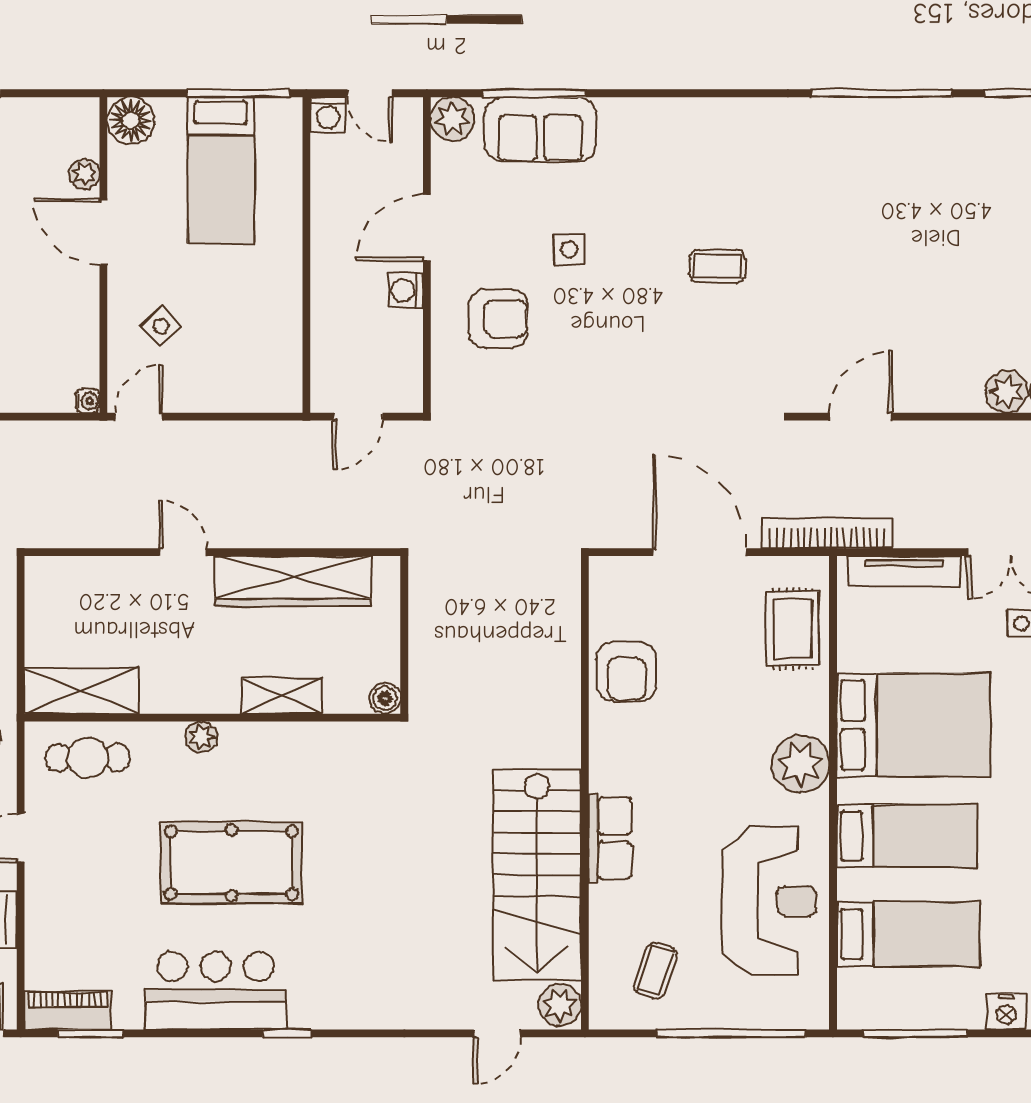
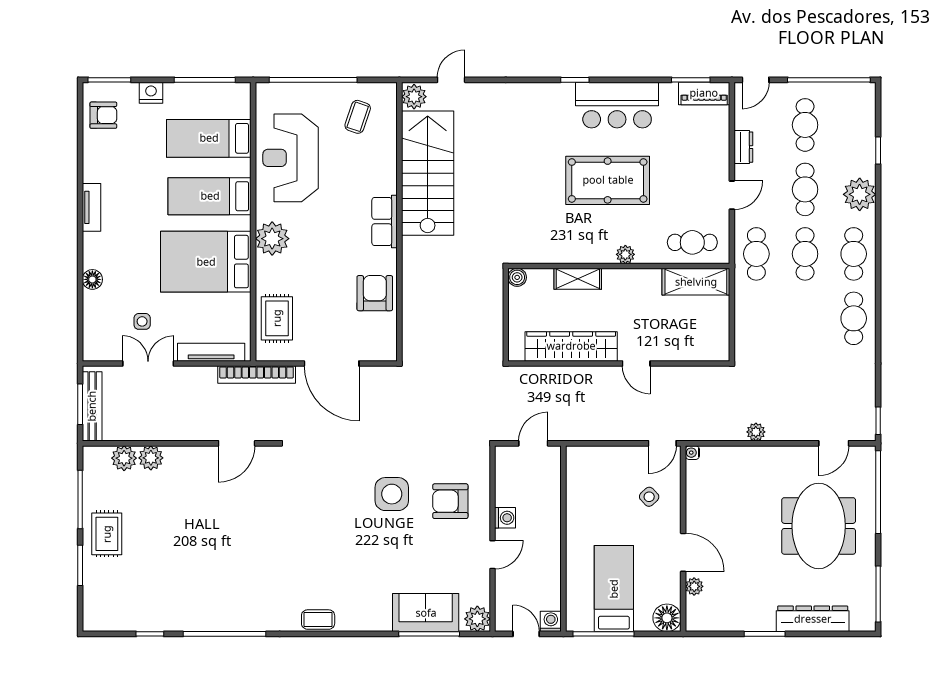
door: (427, 228) -> (492, 555), width x0.73
side table: (569, 249) -> (392, 494), moved, width x1.87, depth x1.87
coffee table: (717, 266) -> (318, 620), moved
row of seats: (610, 838) -> (385, 222), moved

